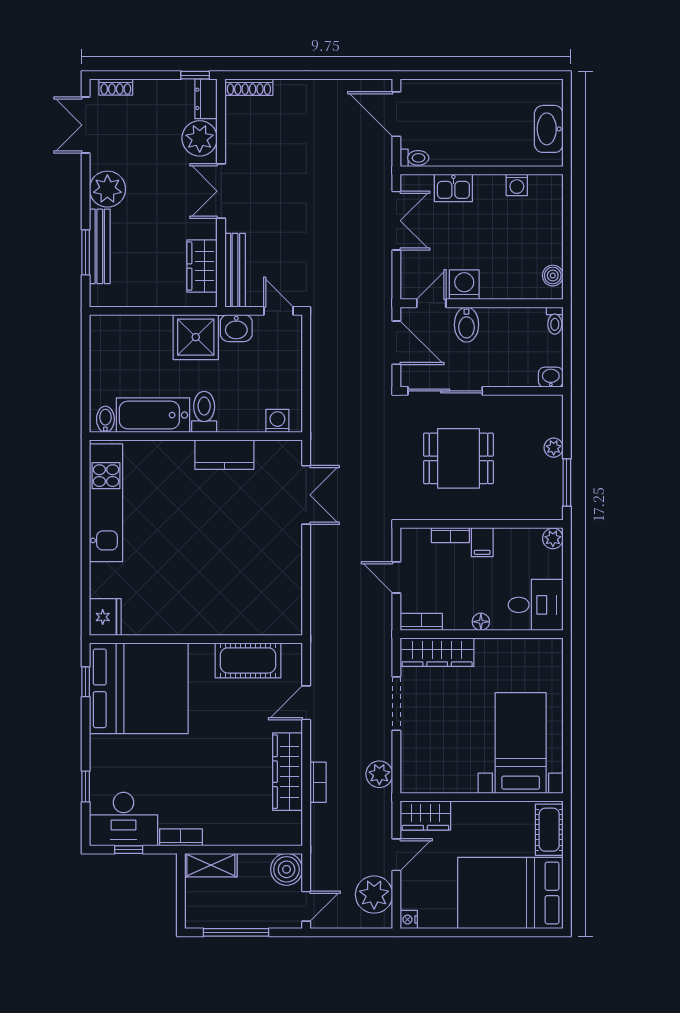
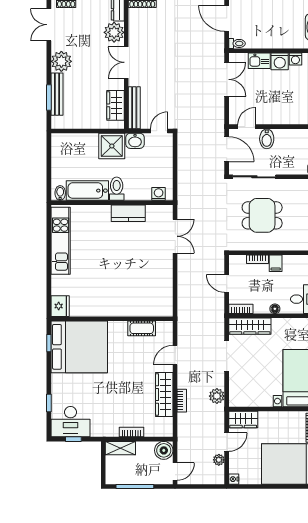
washing machine: (464, 285) -> (280, 61), moved, turned 180
door: (279, 311) -> (159, 131), hinge flipped
cot: (248, 660) -> (142, 328), width x0.73, depth x0.75
bookcase: (181, 837) -> (132, 432), moved
plant: (374, 895) -> (219, 460), width x0.53, depth x0.53

